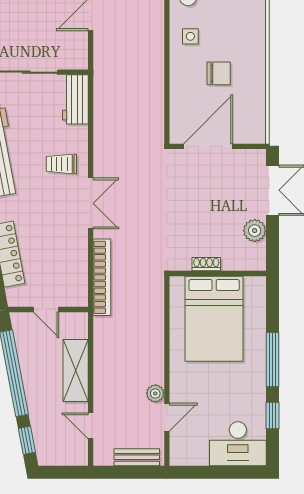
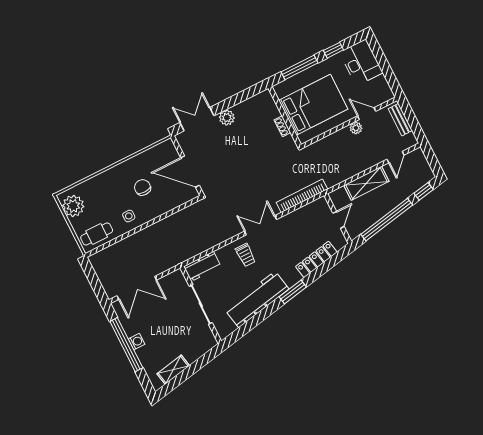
shoe rack: (206, 264) -> (282, 126), moved
wall: (218, 274) -> (285, 116), moved
bed: (214, 319) -> (313, 105), moved

